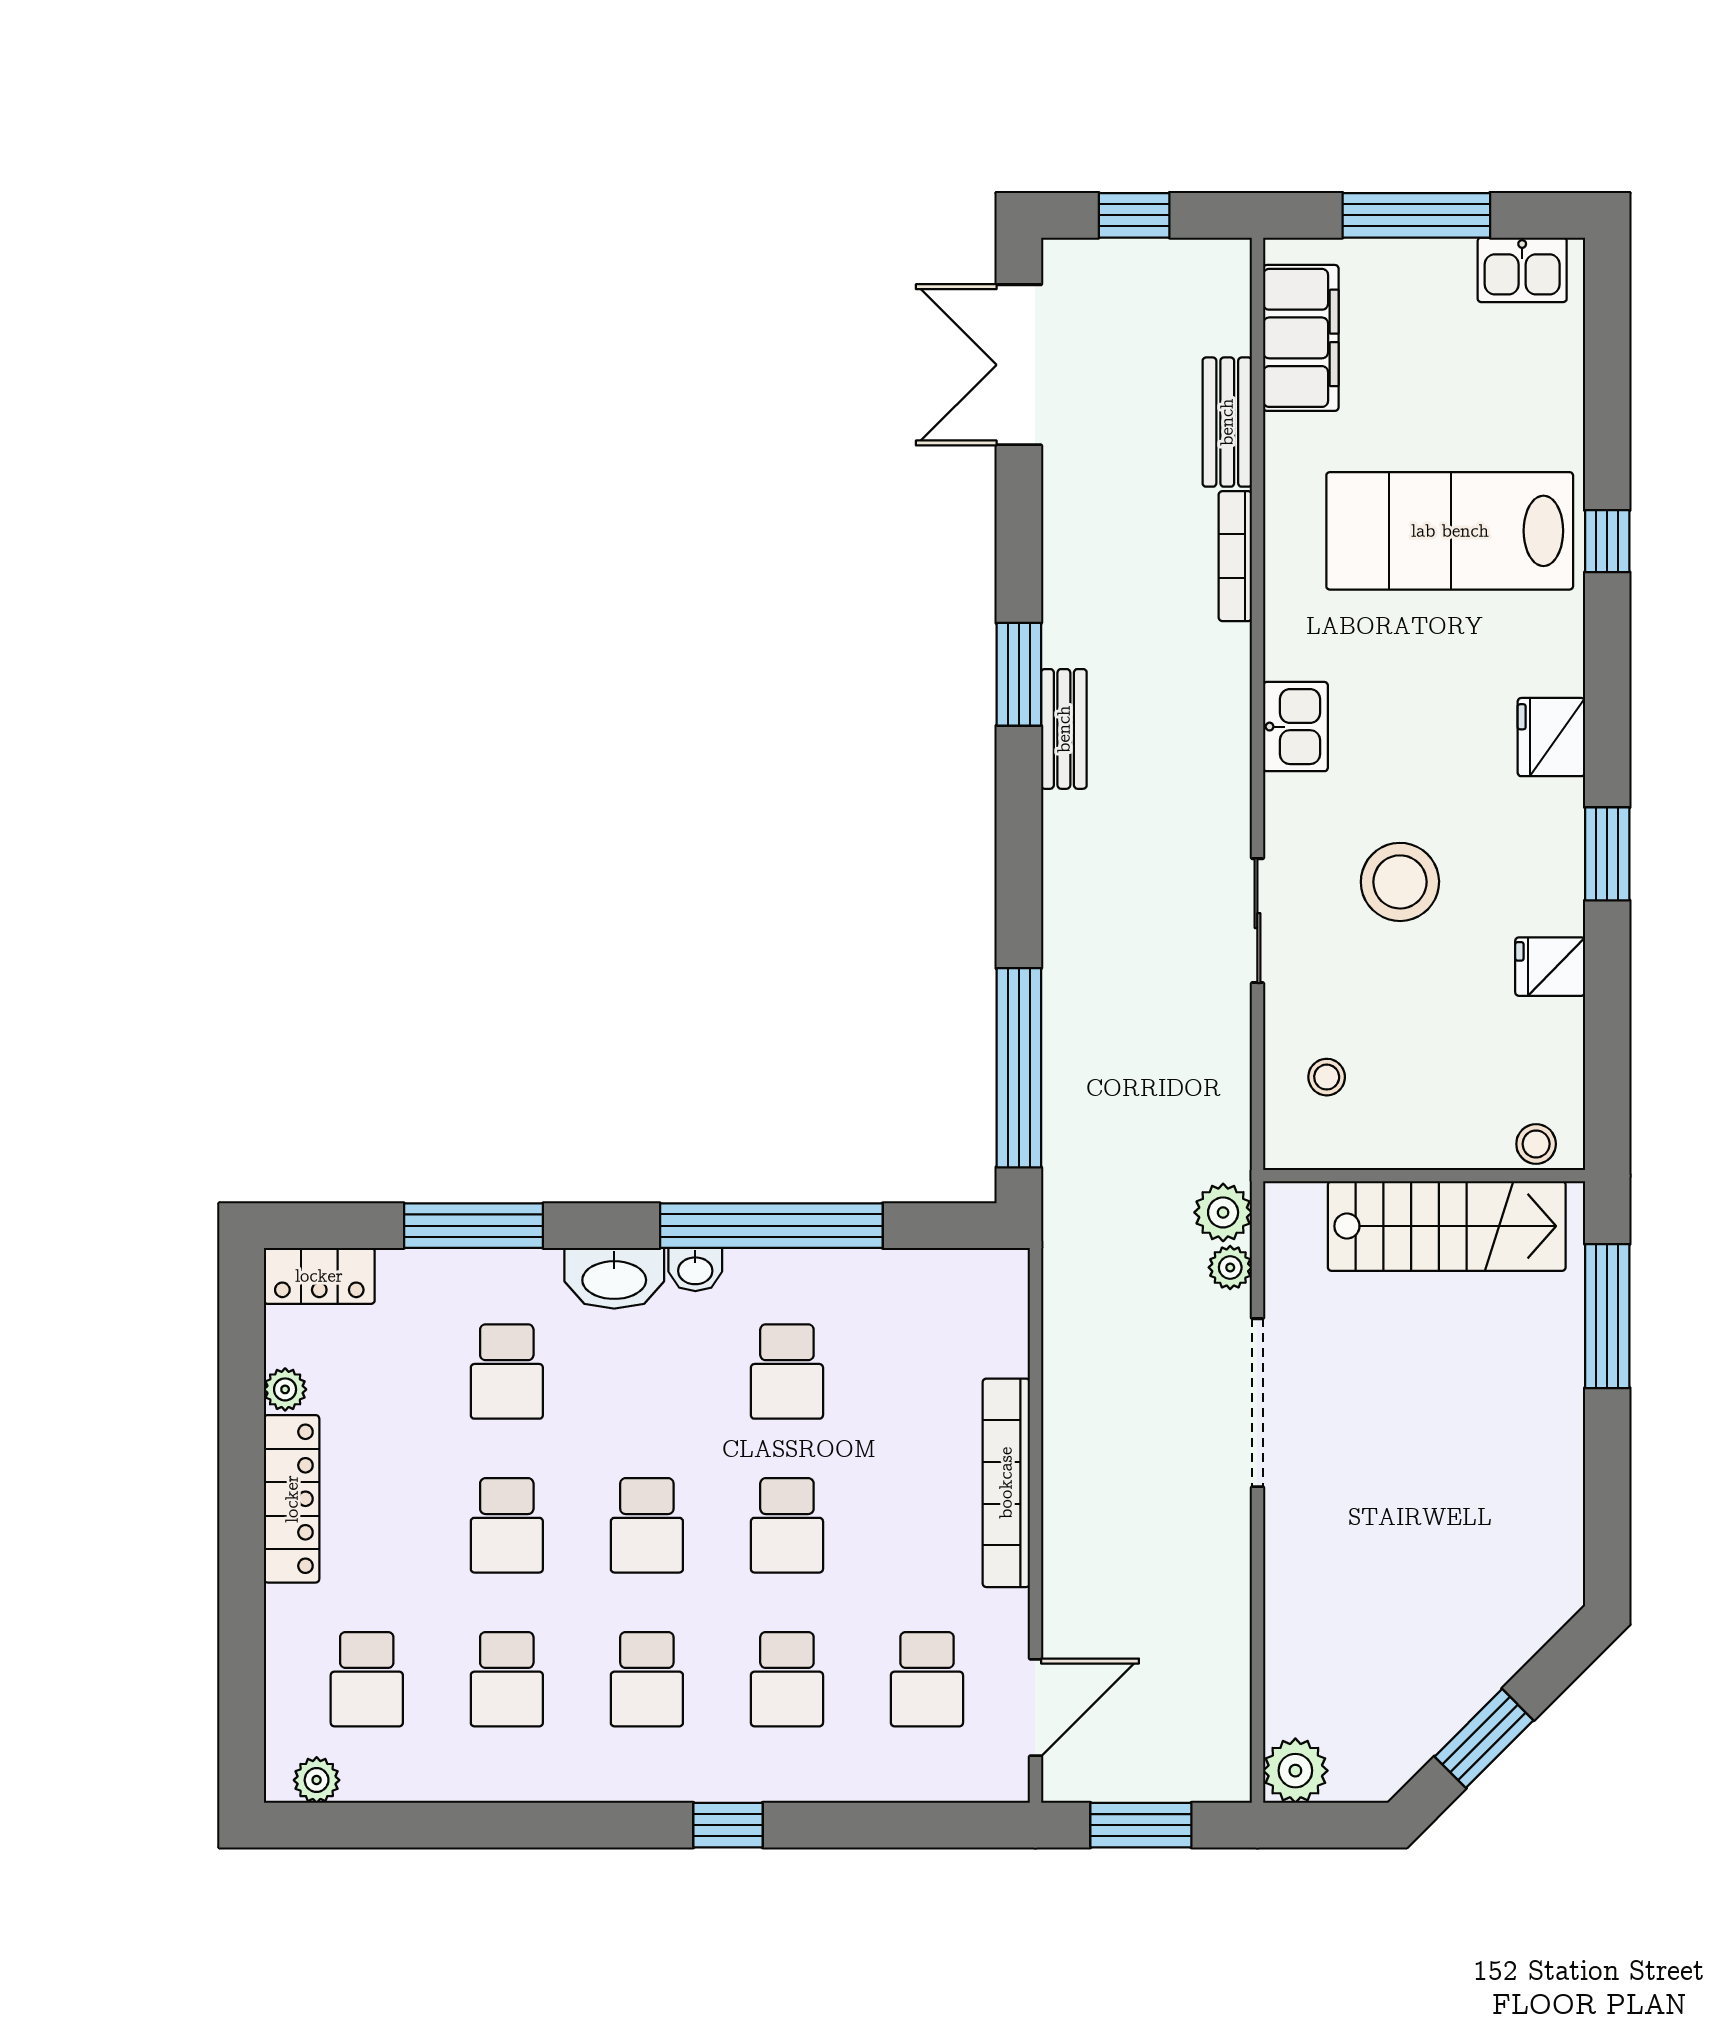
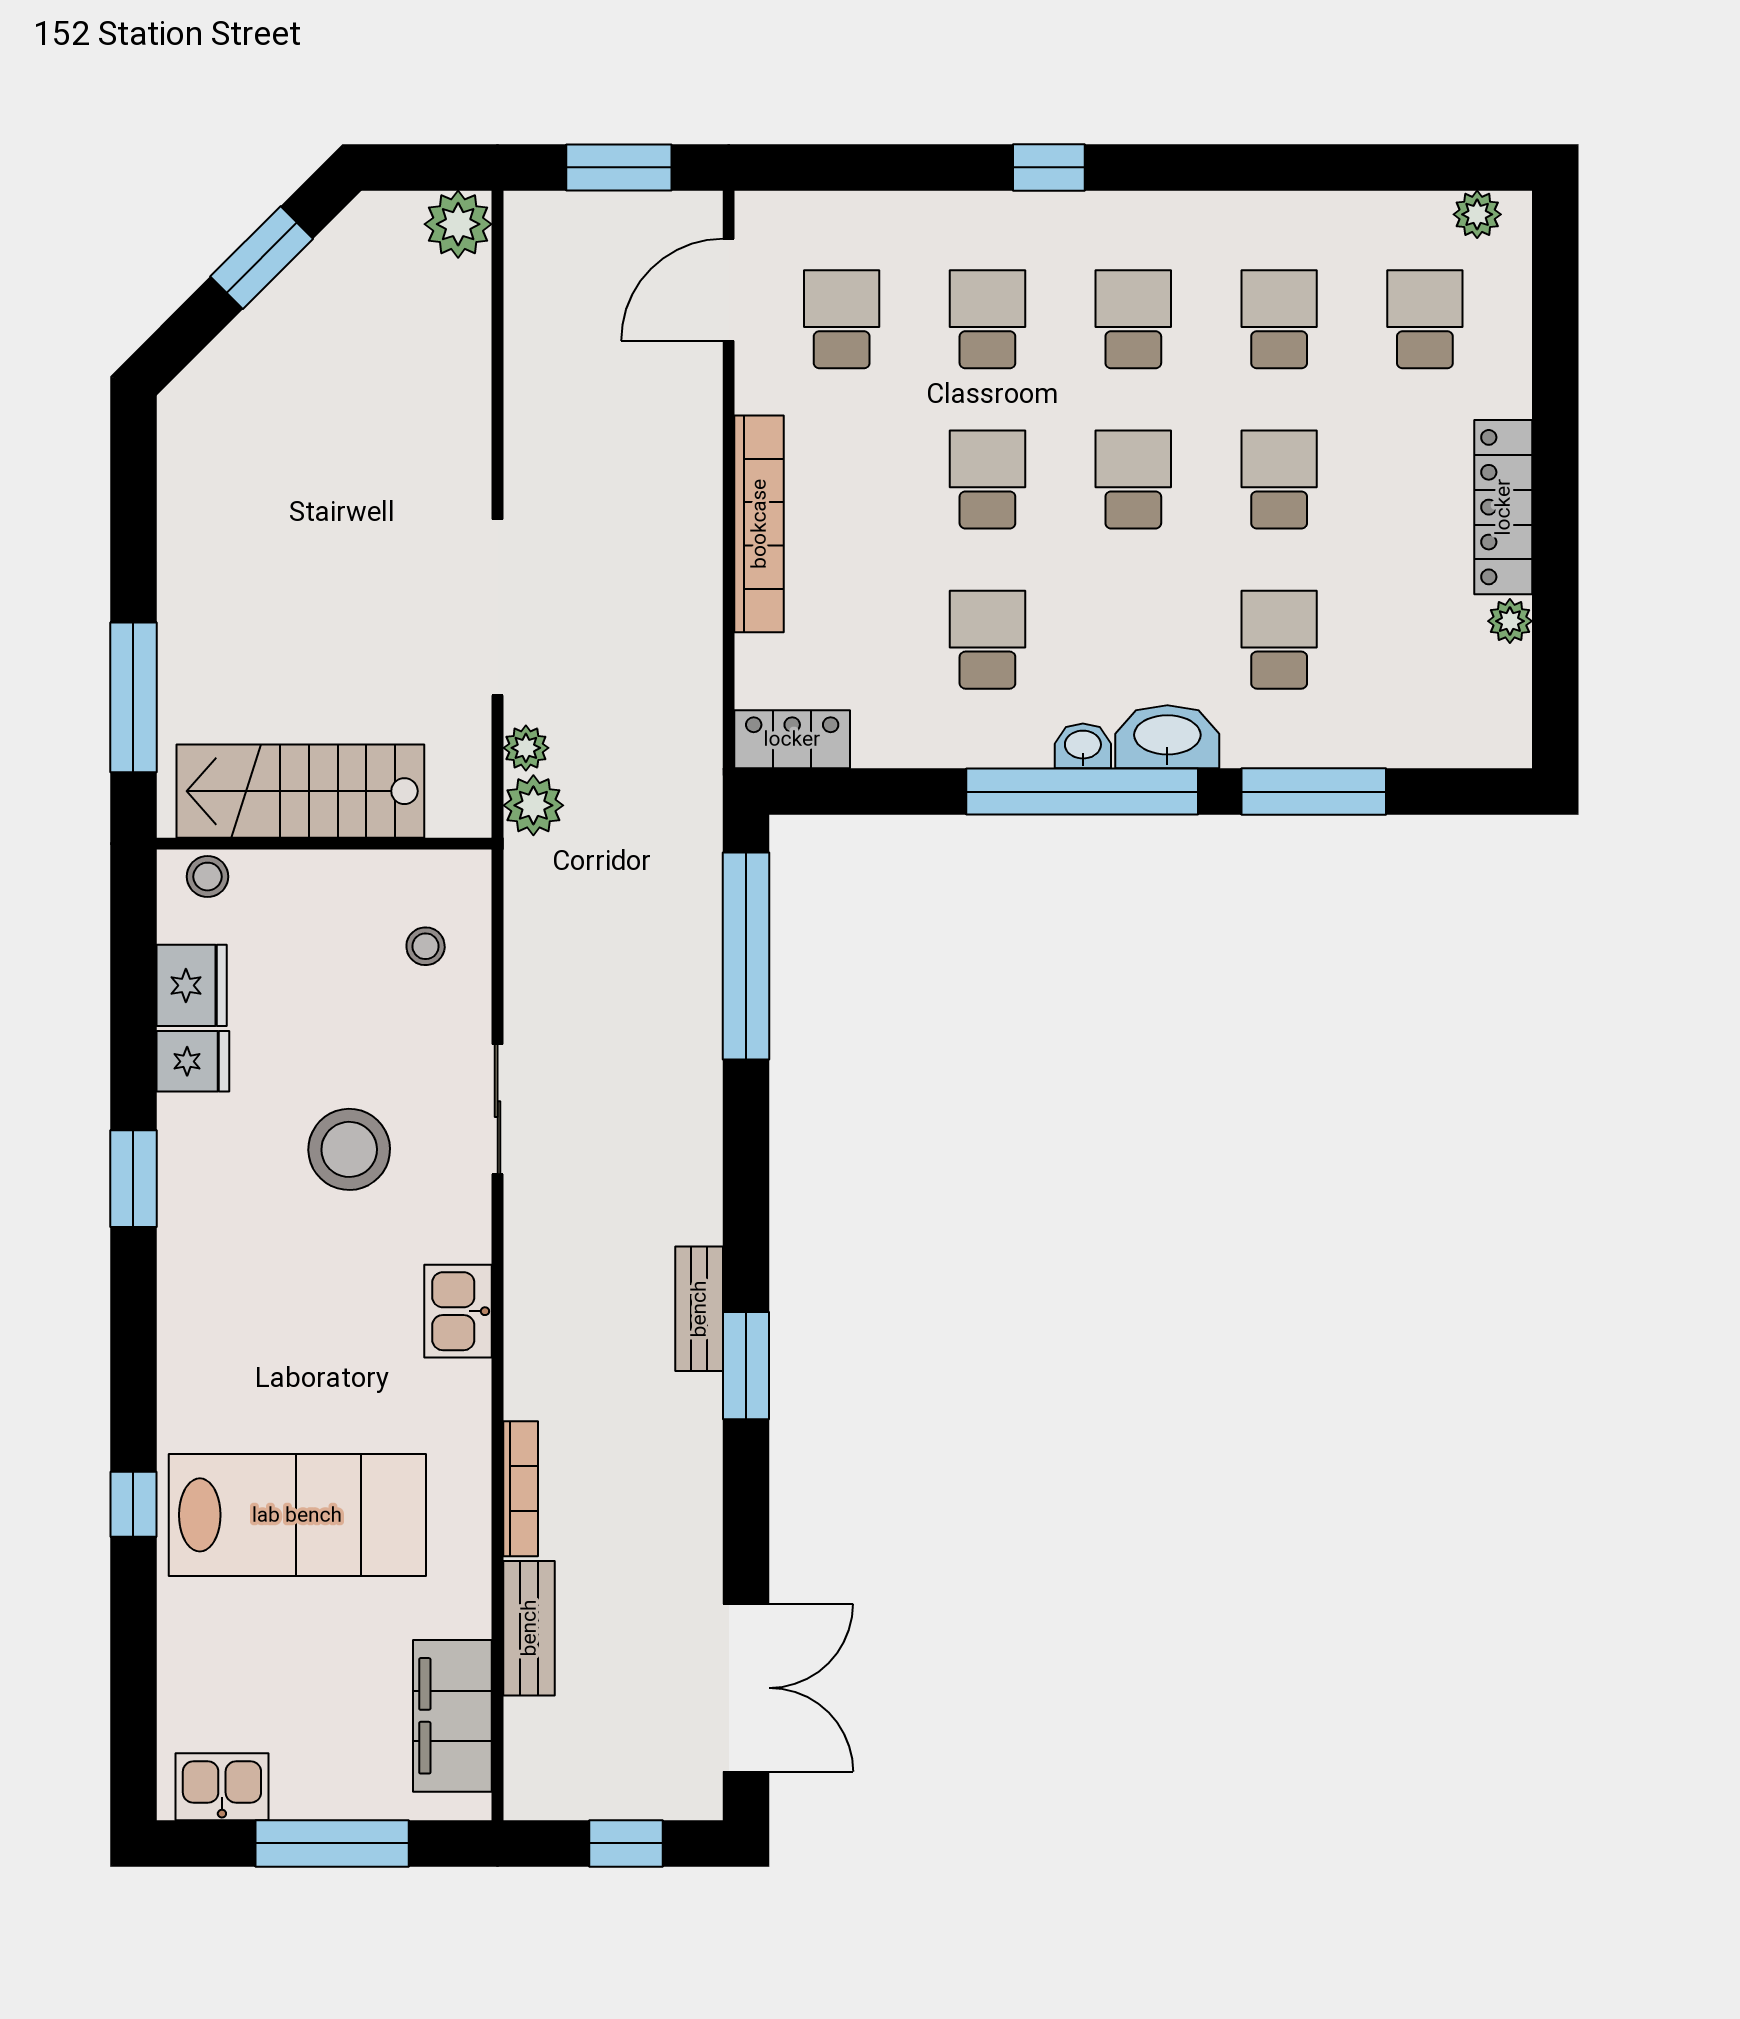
fridge: (1551, 737) -> (192, 985), moved
window: (771, 1226) -> (1082, 792), moved
locker: (319, 1276) -> (792, 739), moved

